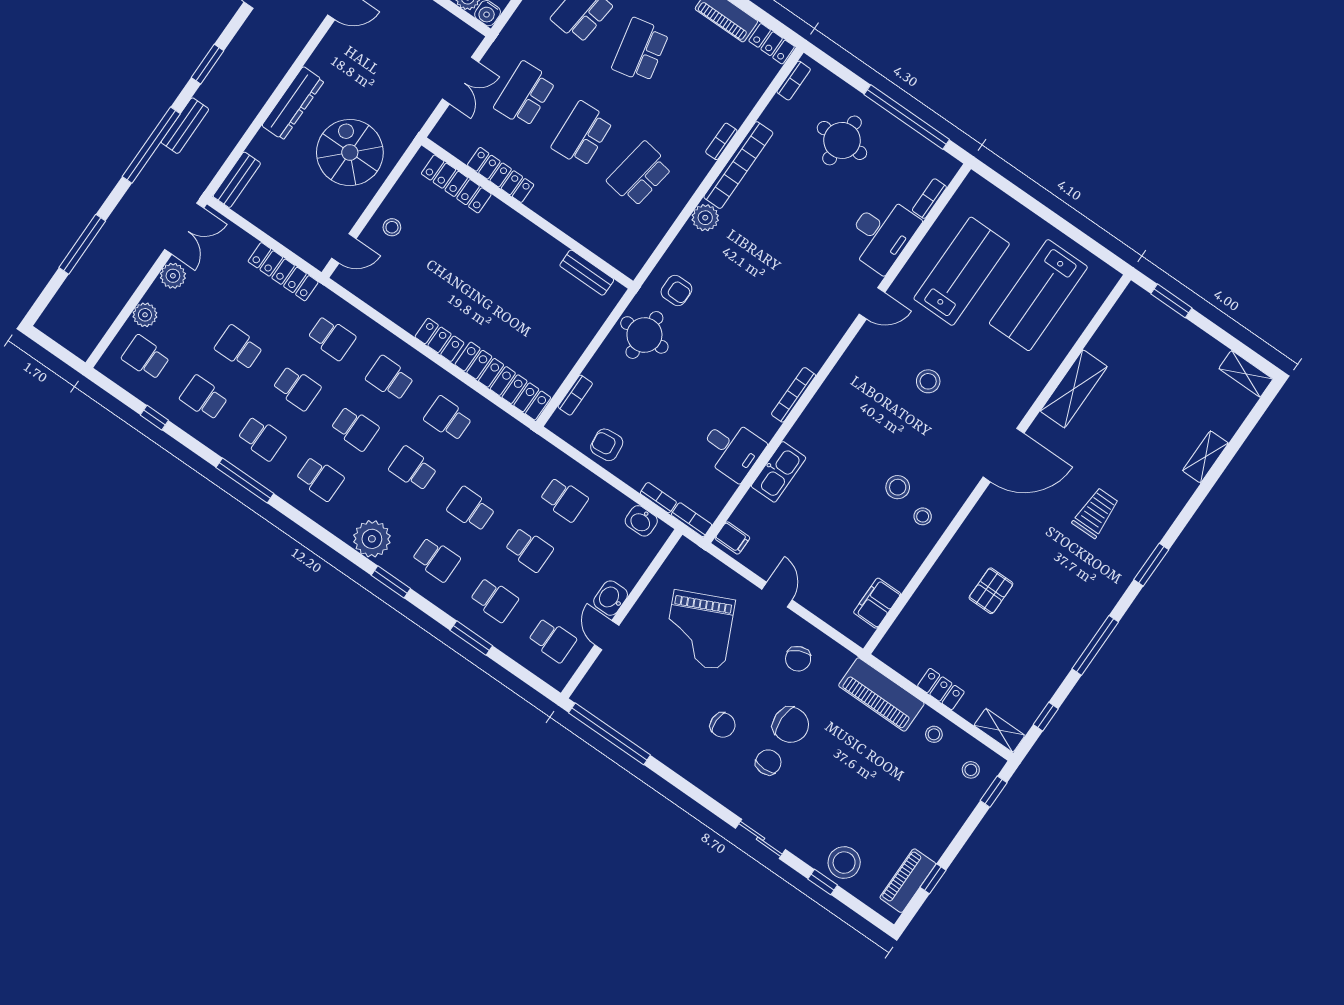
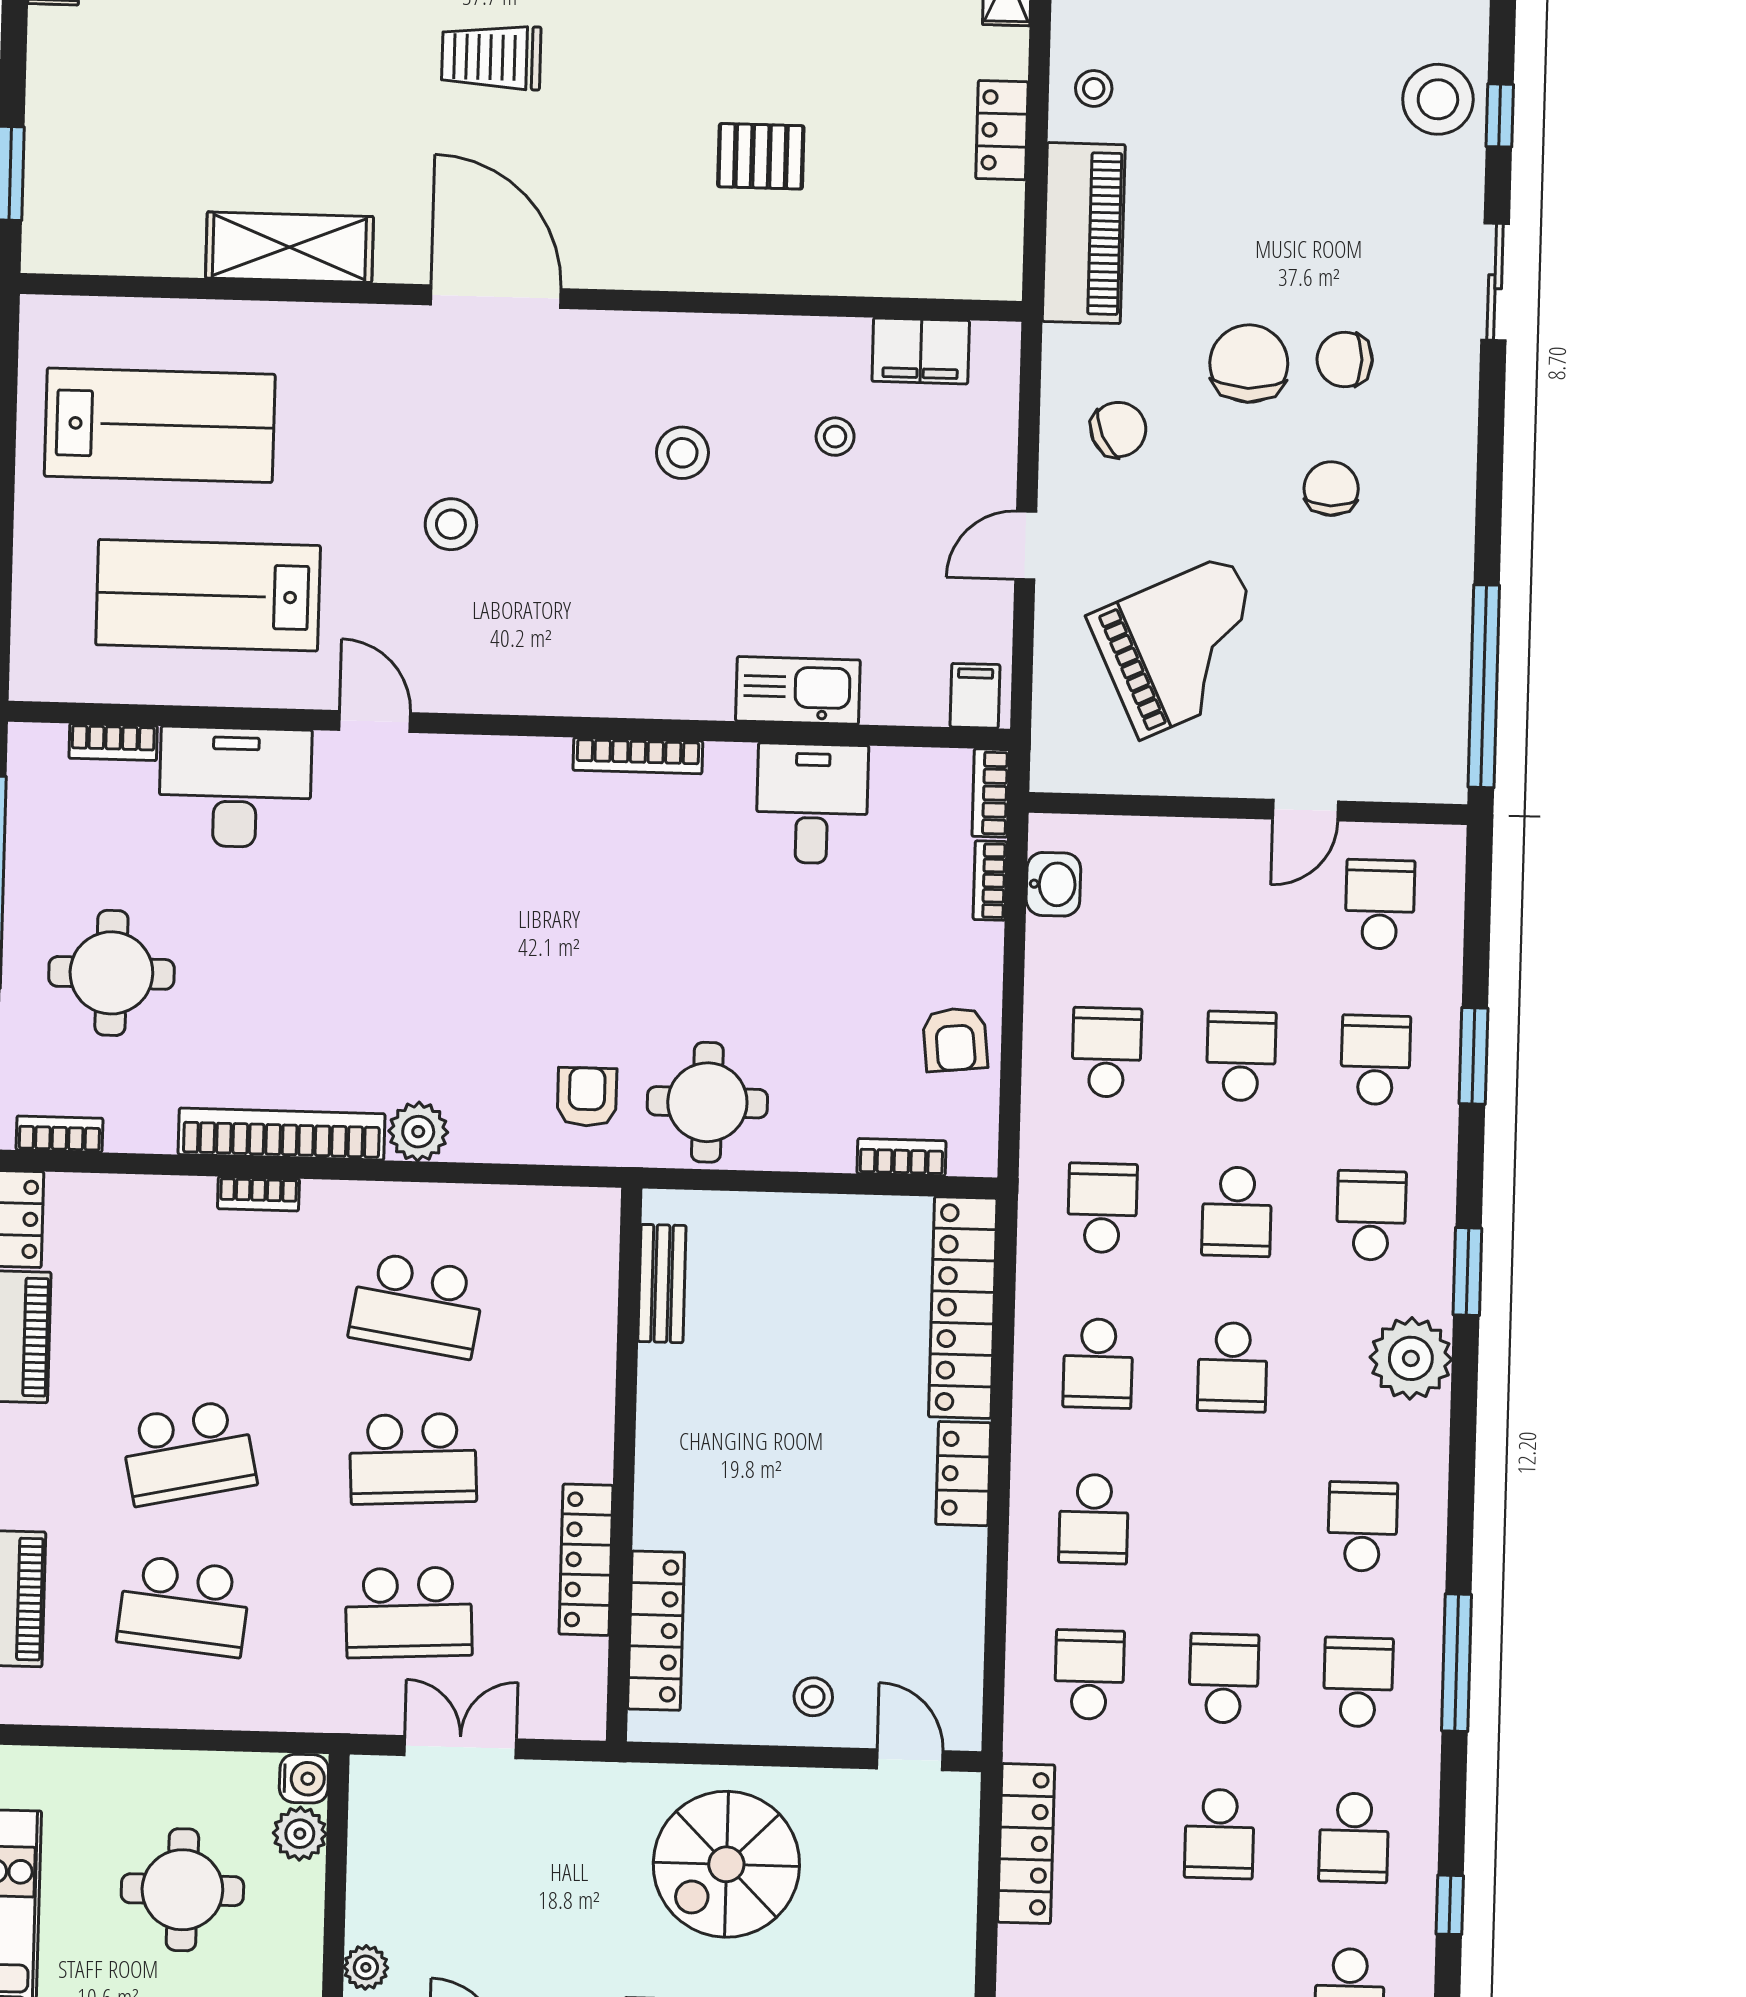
school desk: (355, 428) -> (1102, 1208), moved
stool: (923, 516) -> (835, 437), moved
washbasin: (611, 598) -> (1232, 848), removed

